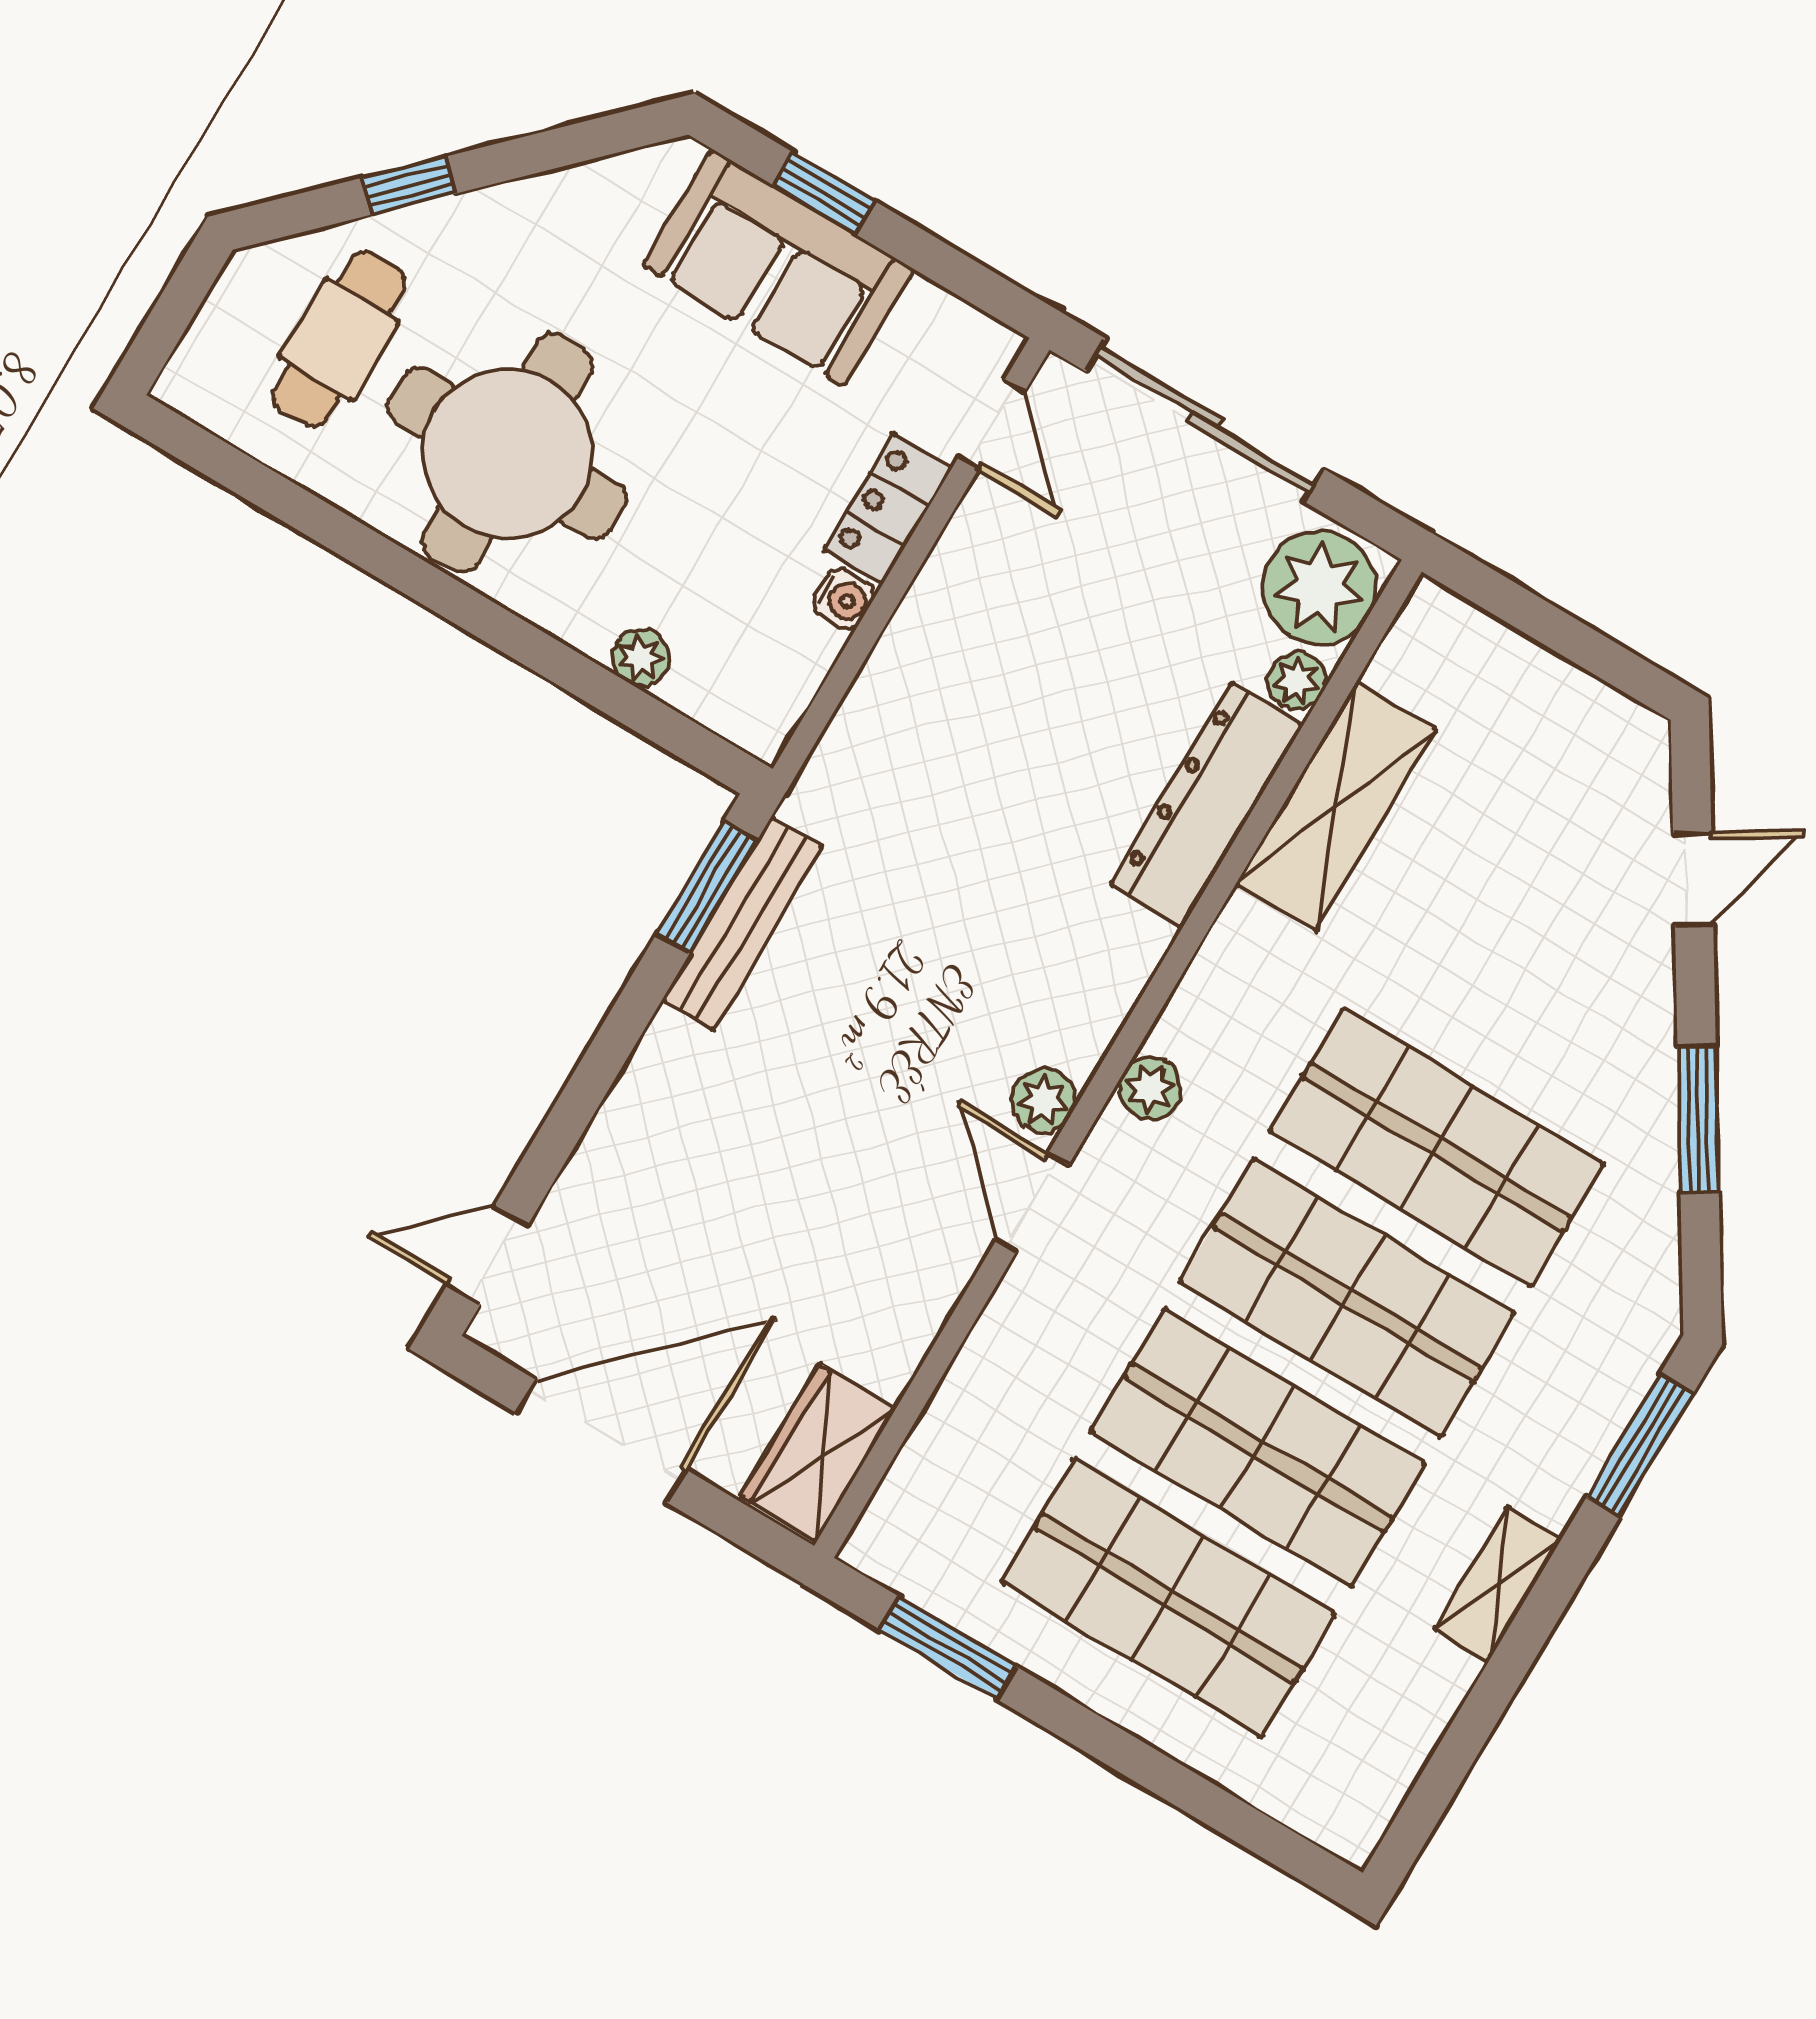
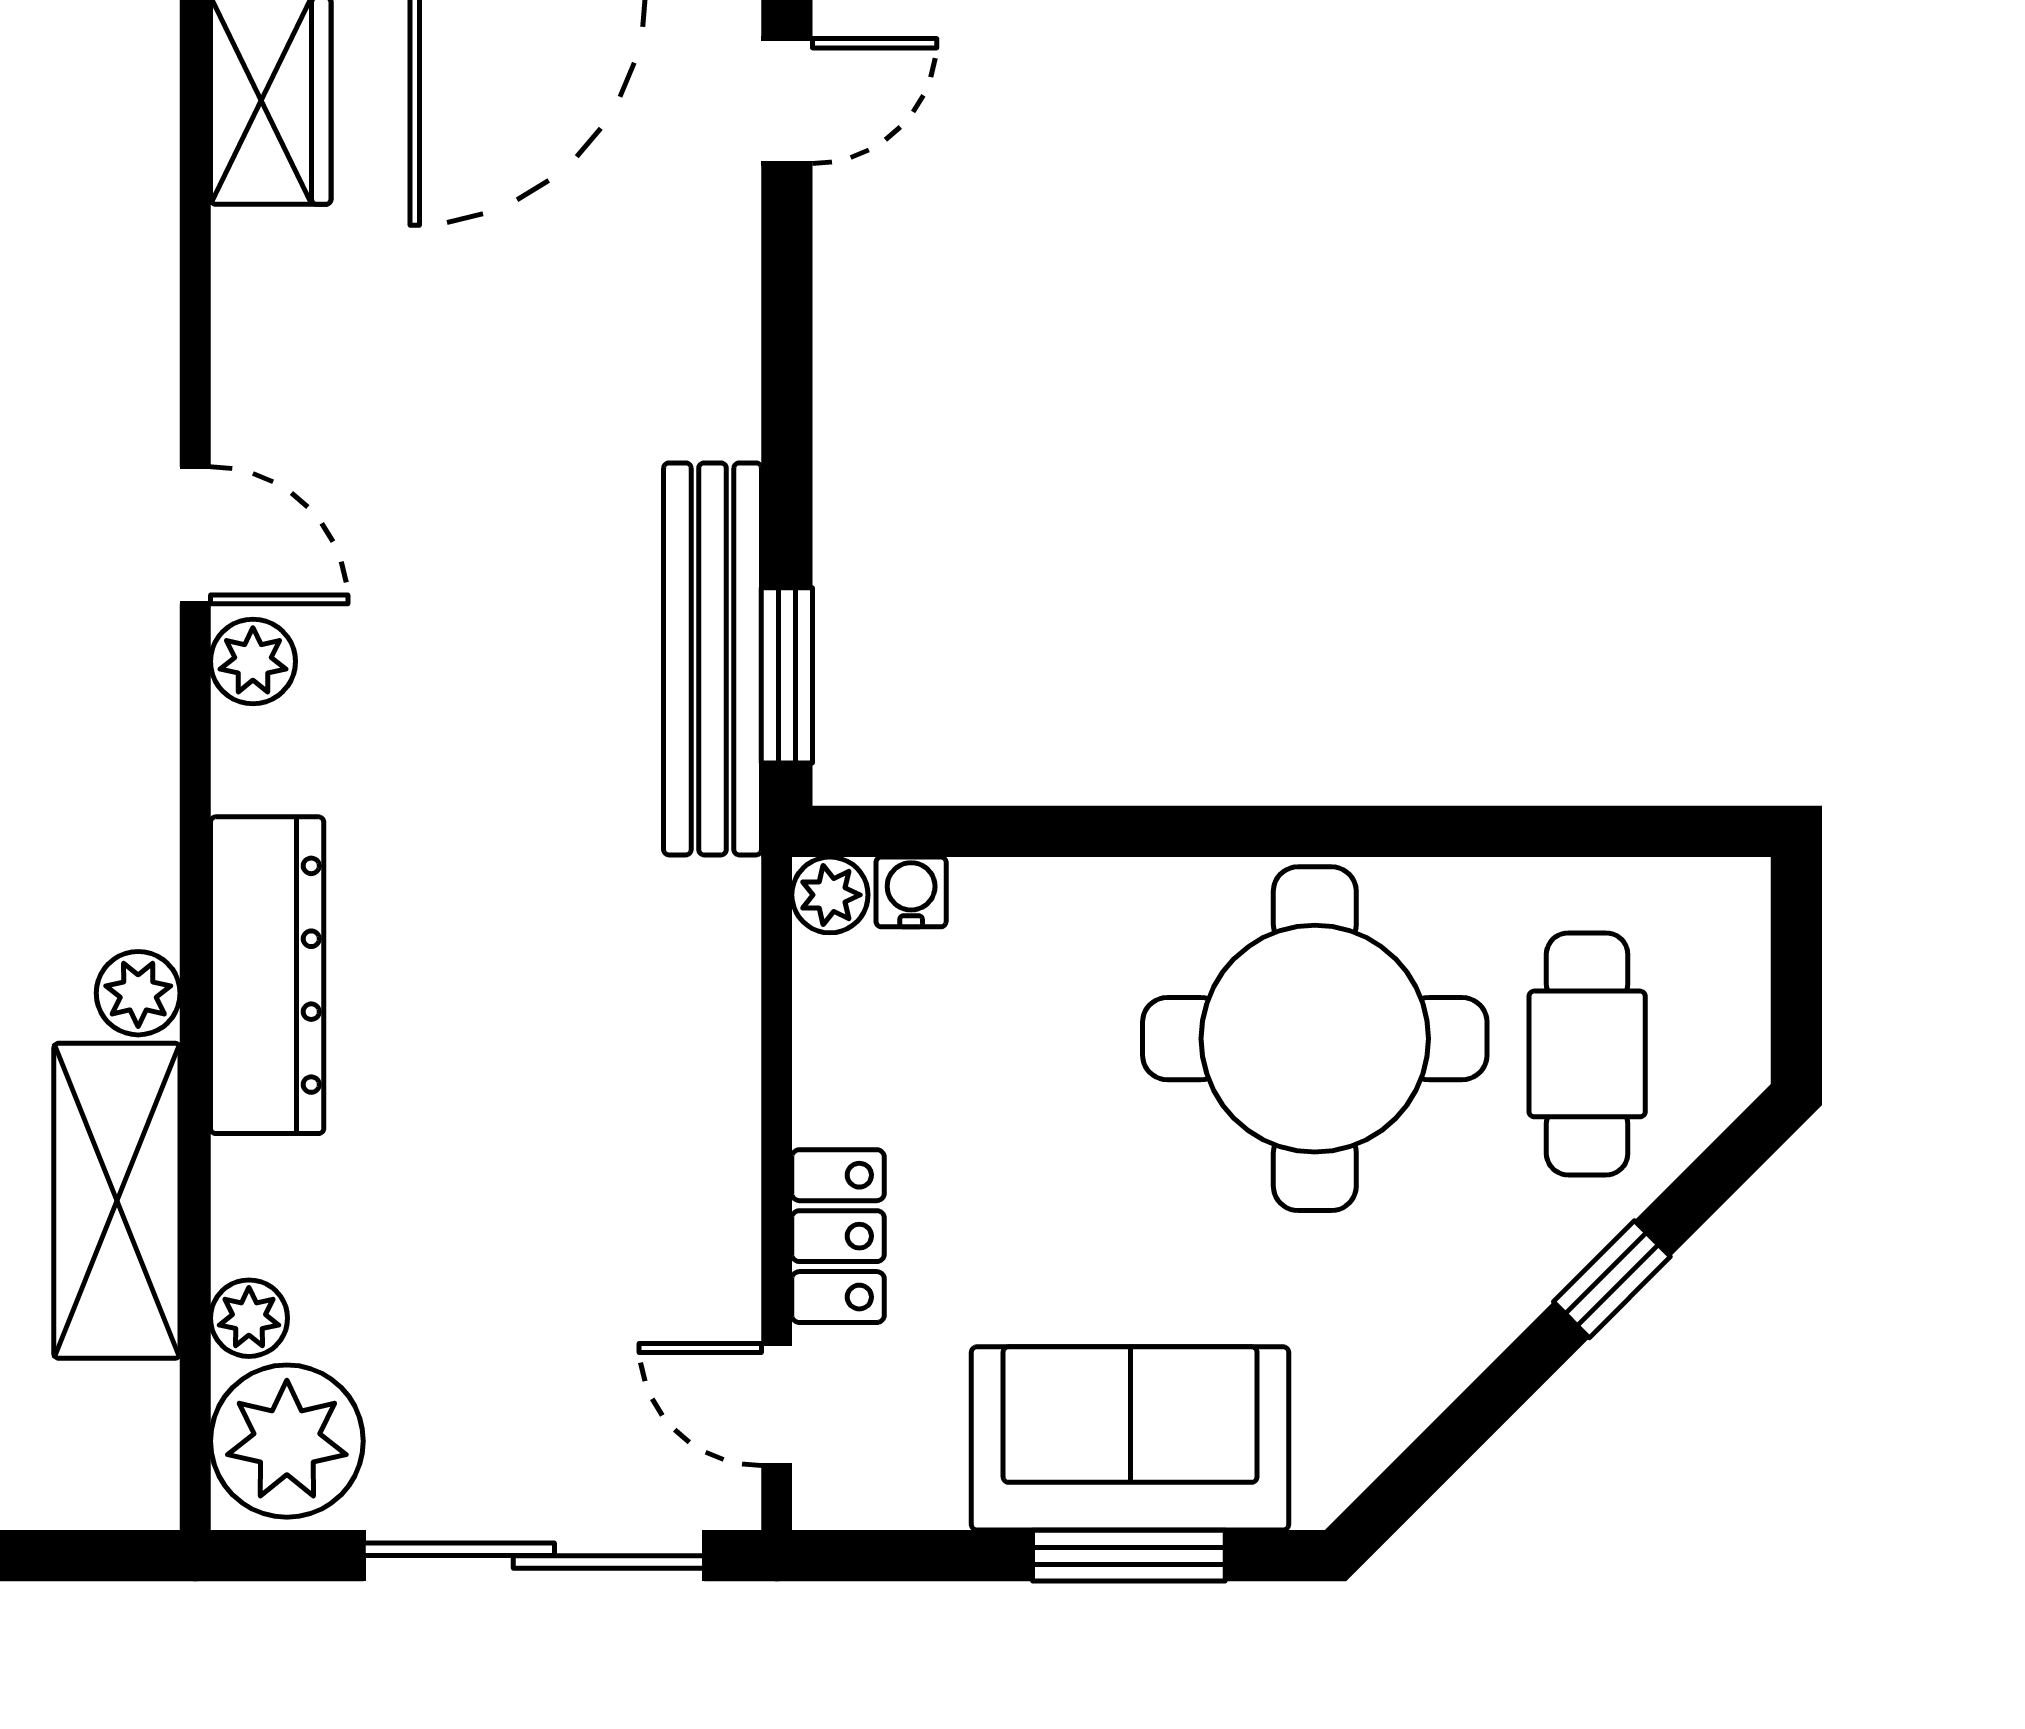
window: (824, 193) -> (1129, 1556), width x1.50
water cooler: (844, 599) -> (911, 892), moved, turned 90
plant: (641, 657) -> (830, 895), moved
dresser: (1207, 805) -> (267, 975), moved
bench: (743, 923) -> (713, 659), width x1.37, depth x1.21
plant: (1150, 1088) -> (138, 993), moved

